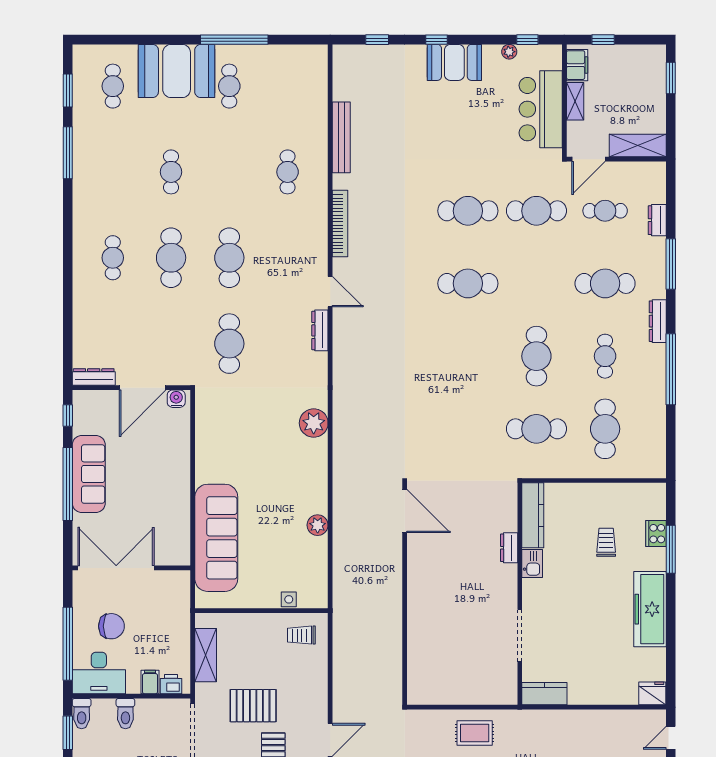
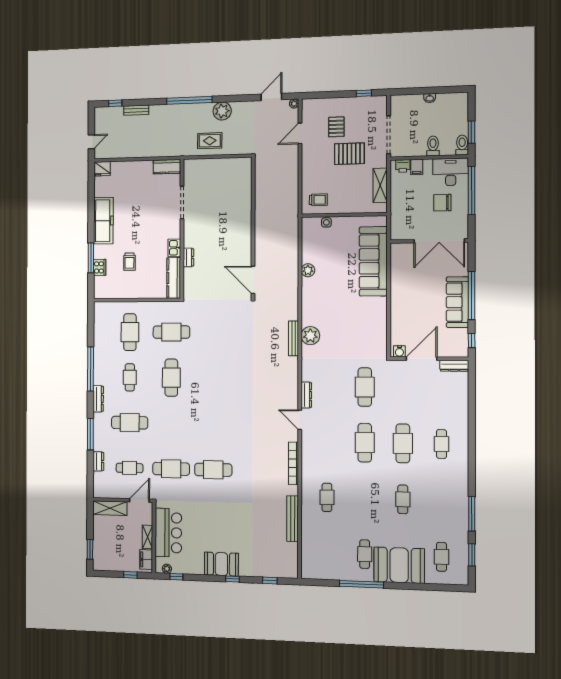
plant: (509, 52) -> (167, 569), moved
cafe table: (468, 283) -> (213, 424), removed
bench: (340, 419) -> (294, 338), added

